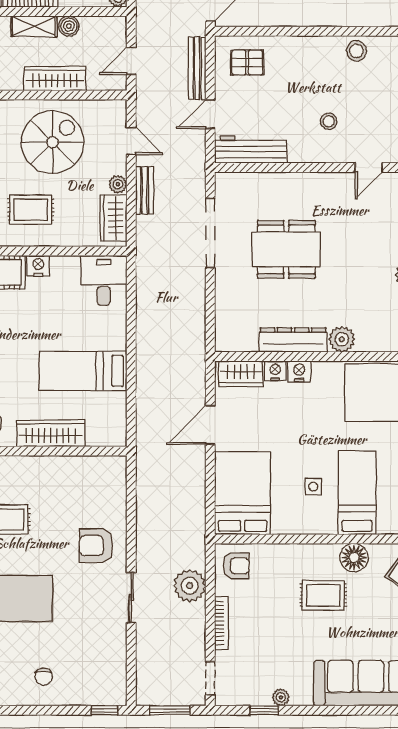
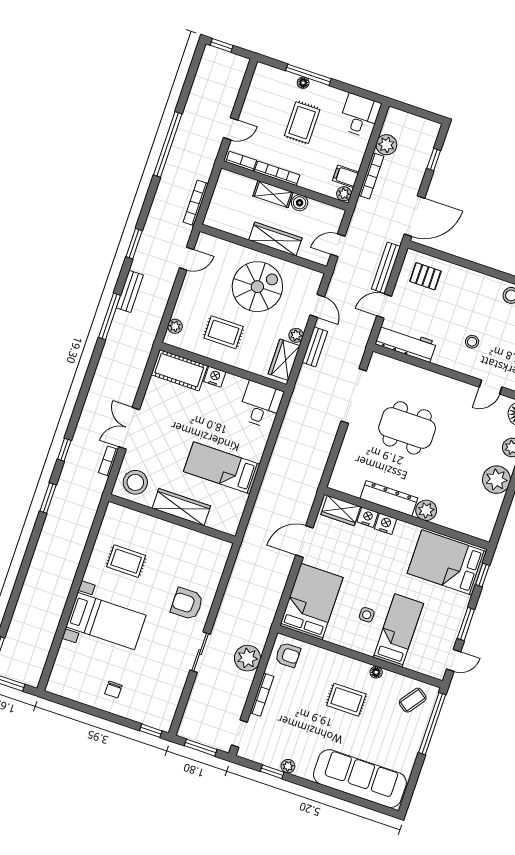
floor lamp: (354, 558) -> (376, 672), width x0.53, depth x0.53

